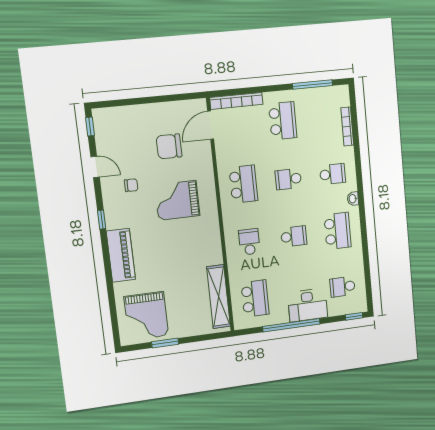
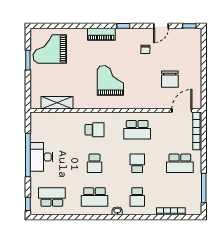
door: (211, 125) -> (182, 110), hinge flipped
chair: (169, 146) -> (170, 79), turned 180
grand piano: (177, 200) -> (110, 80), moved
piano: (121, 255) -> (101, 34), width x0.73, depth x0.75
school desk: (342, 287) -> (52, 197), width x1.85
shelving: (218, 297) -> (57, 103), width x0.68
school desk: (255, 299) -> (52, 130), removed
desk: (308, 305) -> (41, 157), moved

